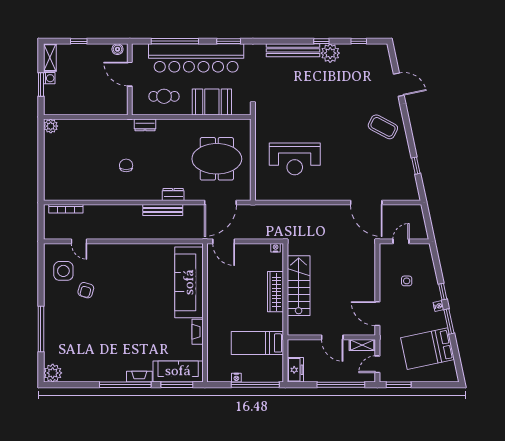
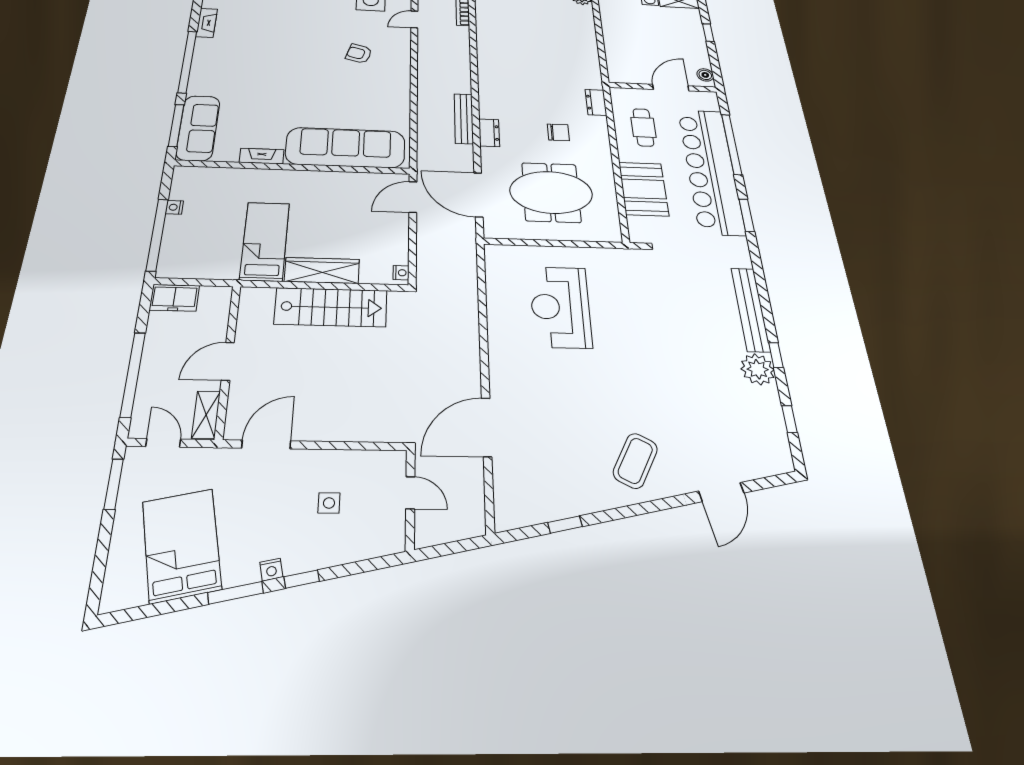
meeting table: (217, 159) -> (551, 192), turned 90
chair: (126, 165) -> (558, 132), moved
armchair: (86, 290) -> (359, 54), moved
bed: (257, 343) -> (265, 241), moved
fireplace: (139, 377) -> (207, 23), moved

